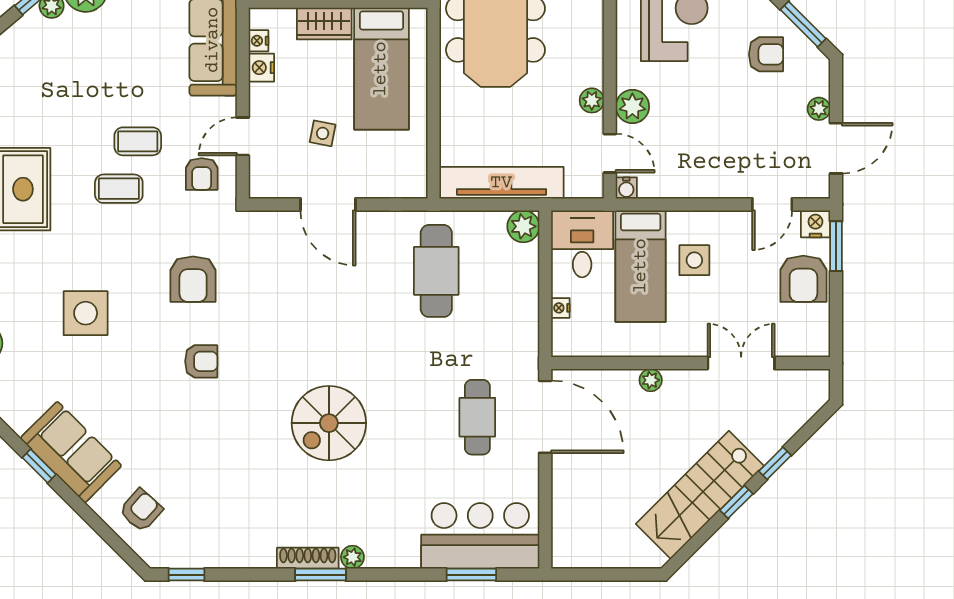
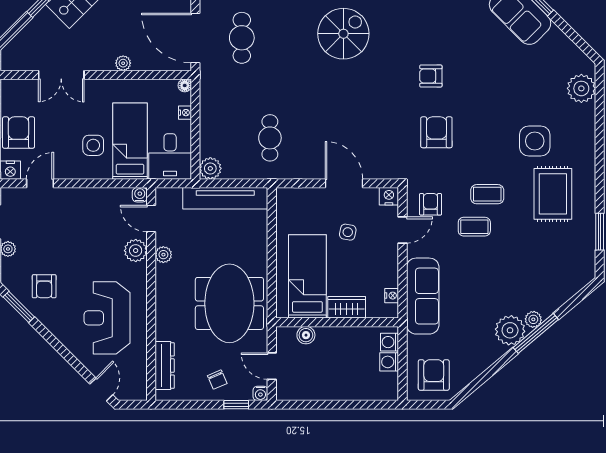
armchair: (766, 54) -> (44, 286), turned -90
nightstand: (261, 68) -> (389, 196), moved, turned -90
cafe table: (436, 271) -> (270, 138), width x0.73, depth x0.74
side table: (86, 313) -> (535, 141), moved
floor lamp: (561, 348) -> (185, 85), added

